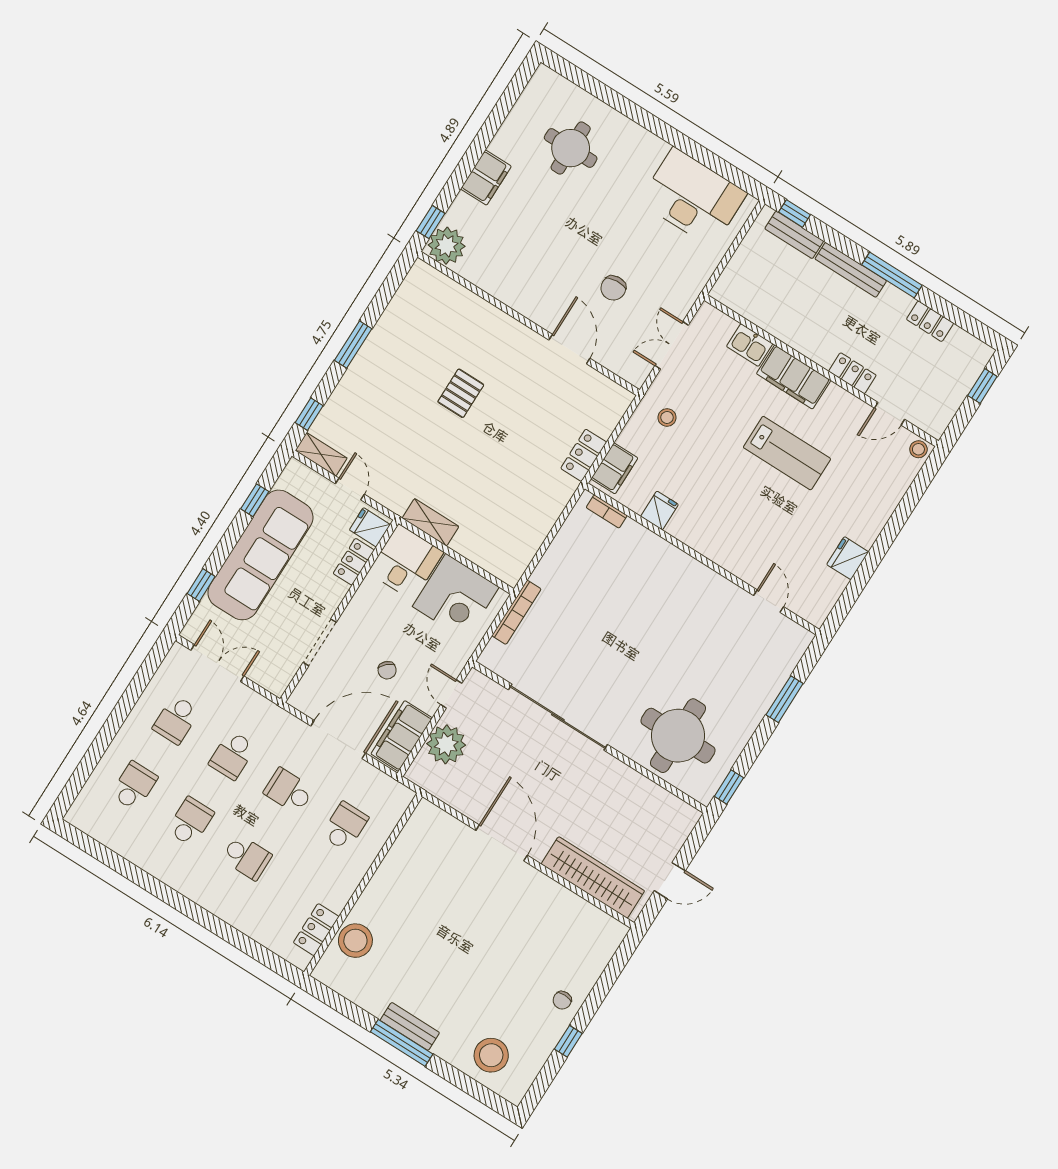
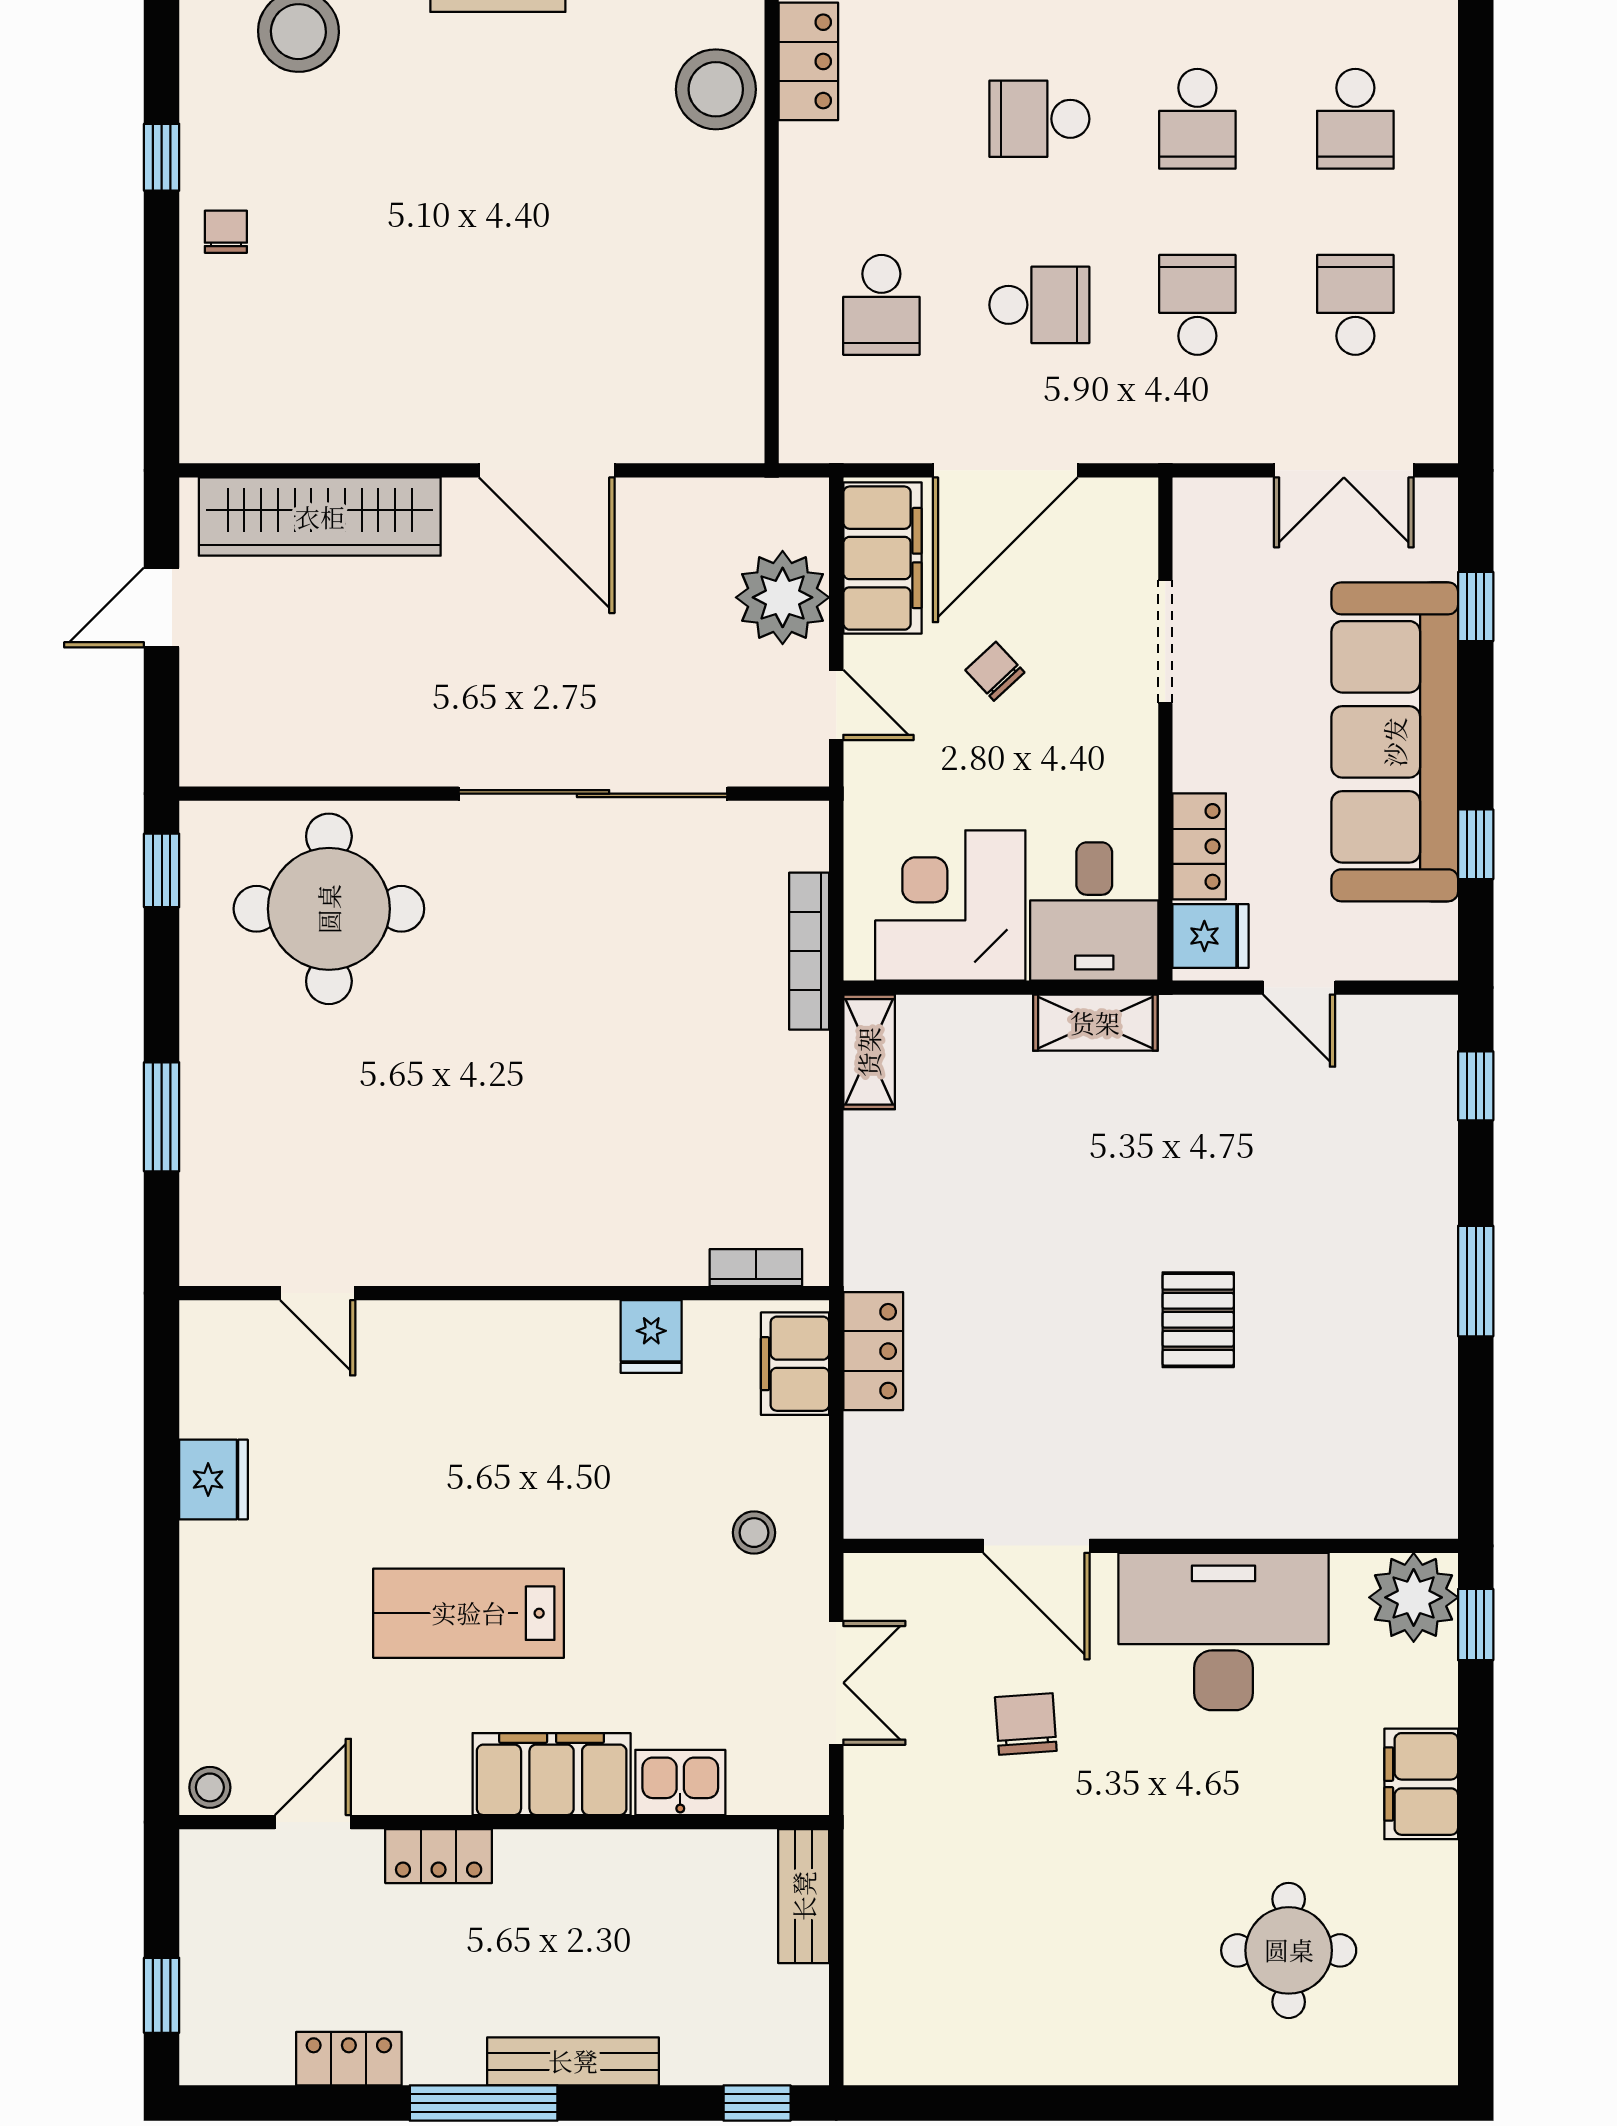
desk: (693, 197) -> (1224, 1632), moved, turned 180
bench: (794, 235) -> (804, 1896), moved, turned 90
shelving: (321, 454) -> (869, 1052), moved, turned 90

